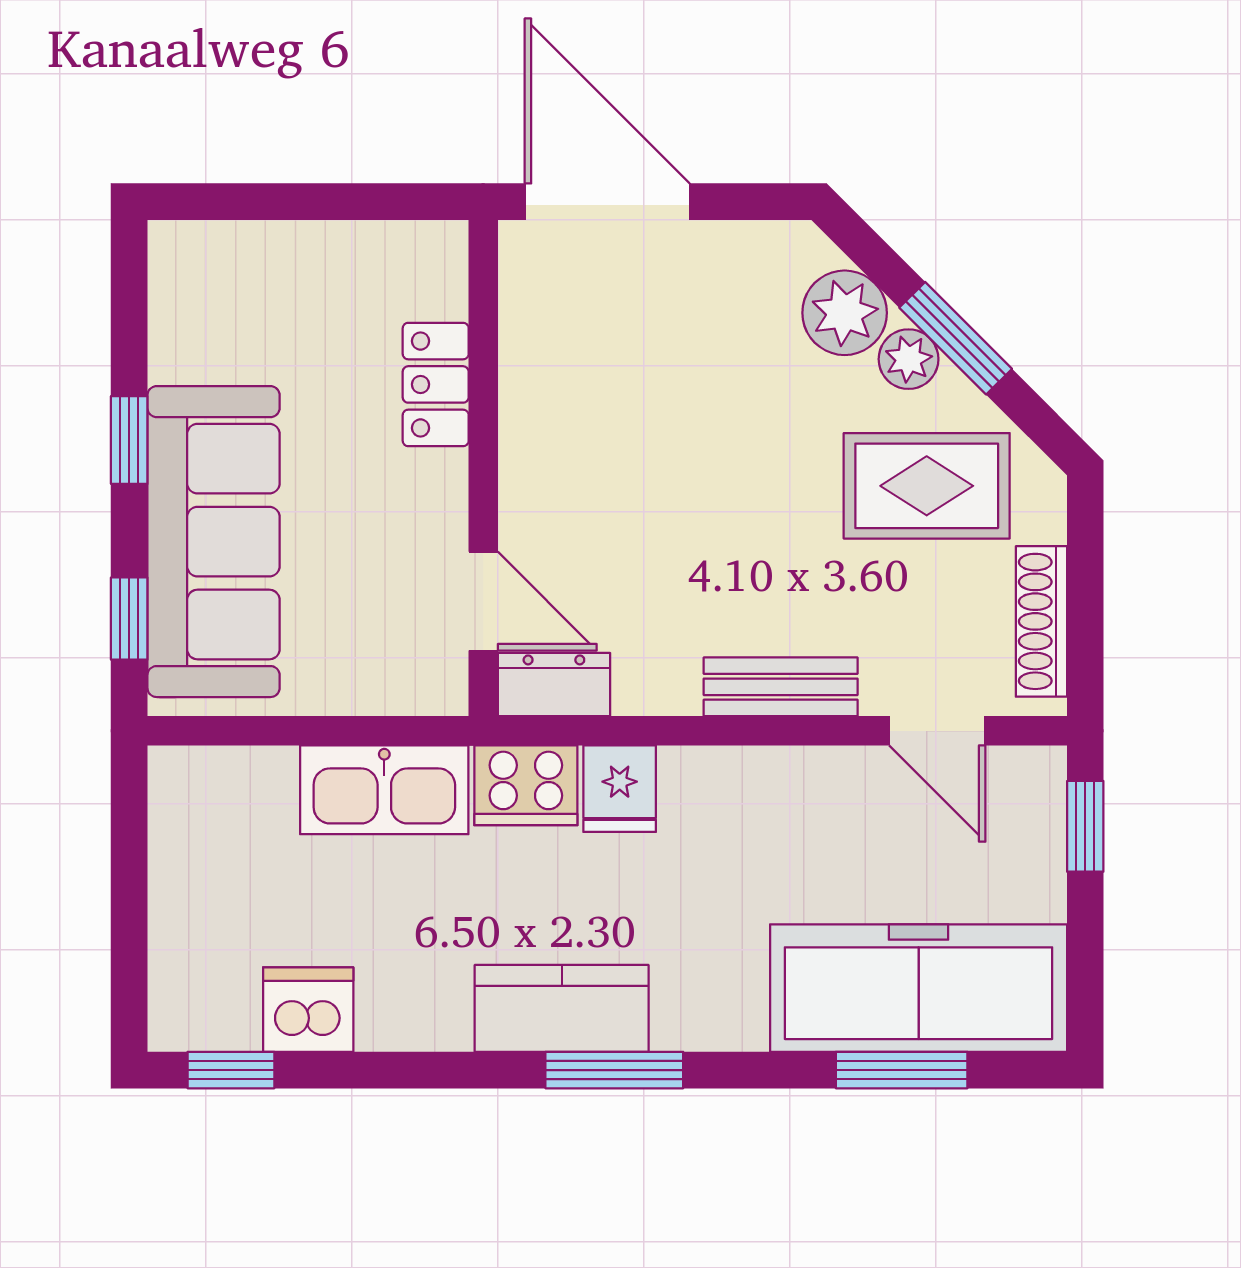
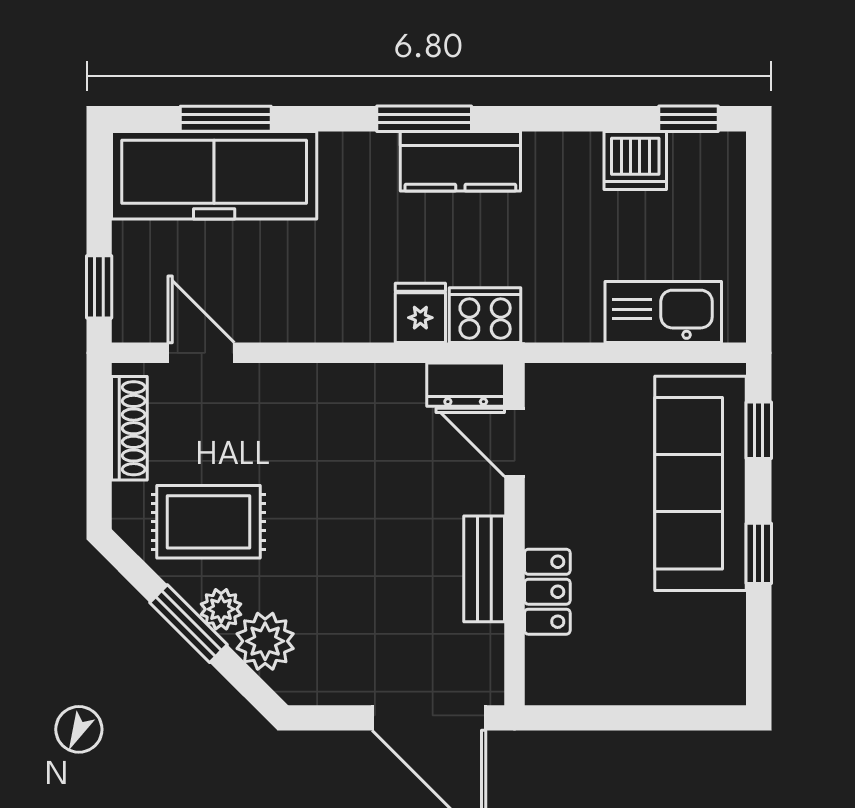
bench: (781, 687) -> (484, 569), moved, turned 90
kitchen sink: (384, 790) -> (663, 312), moved

